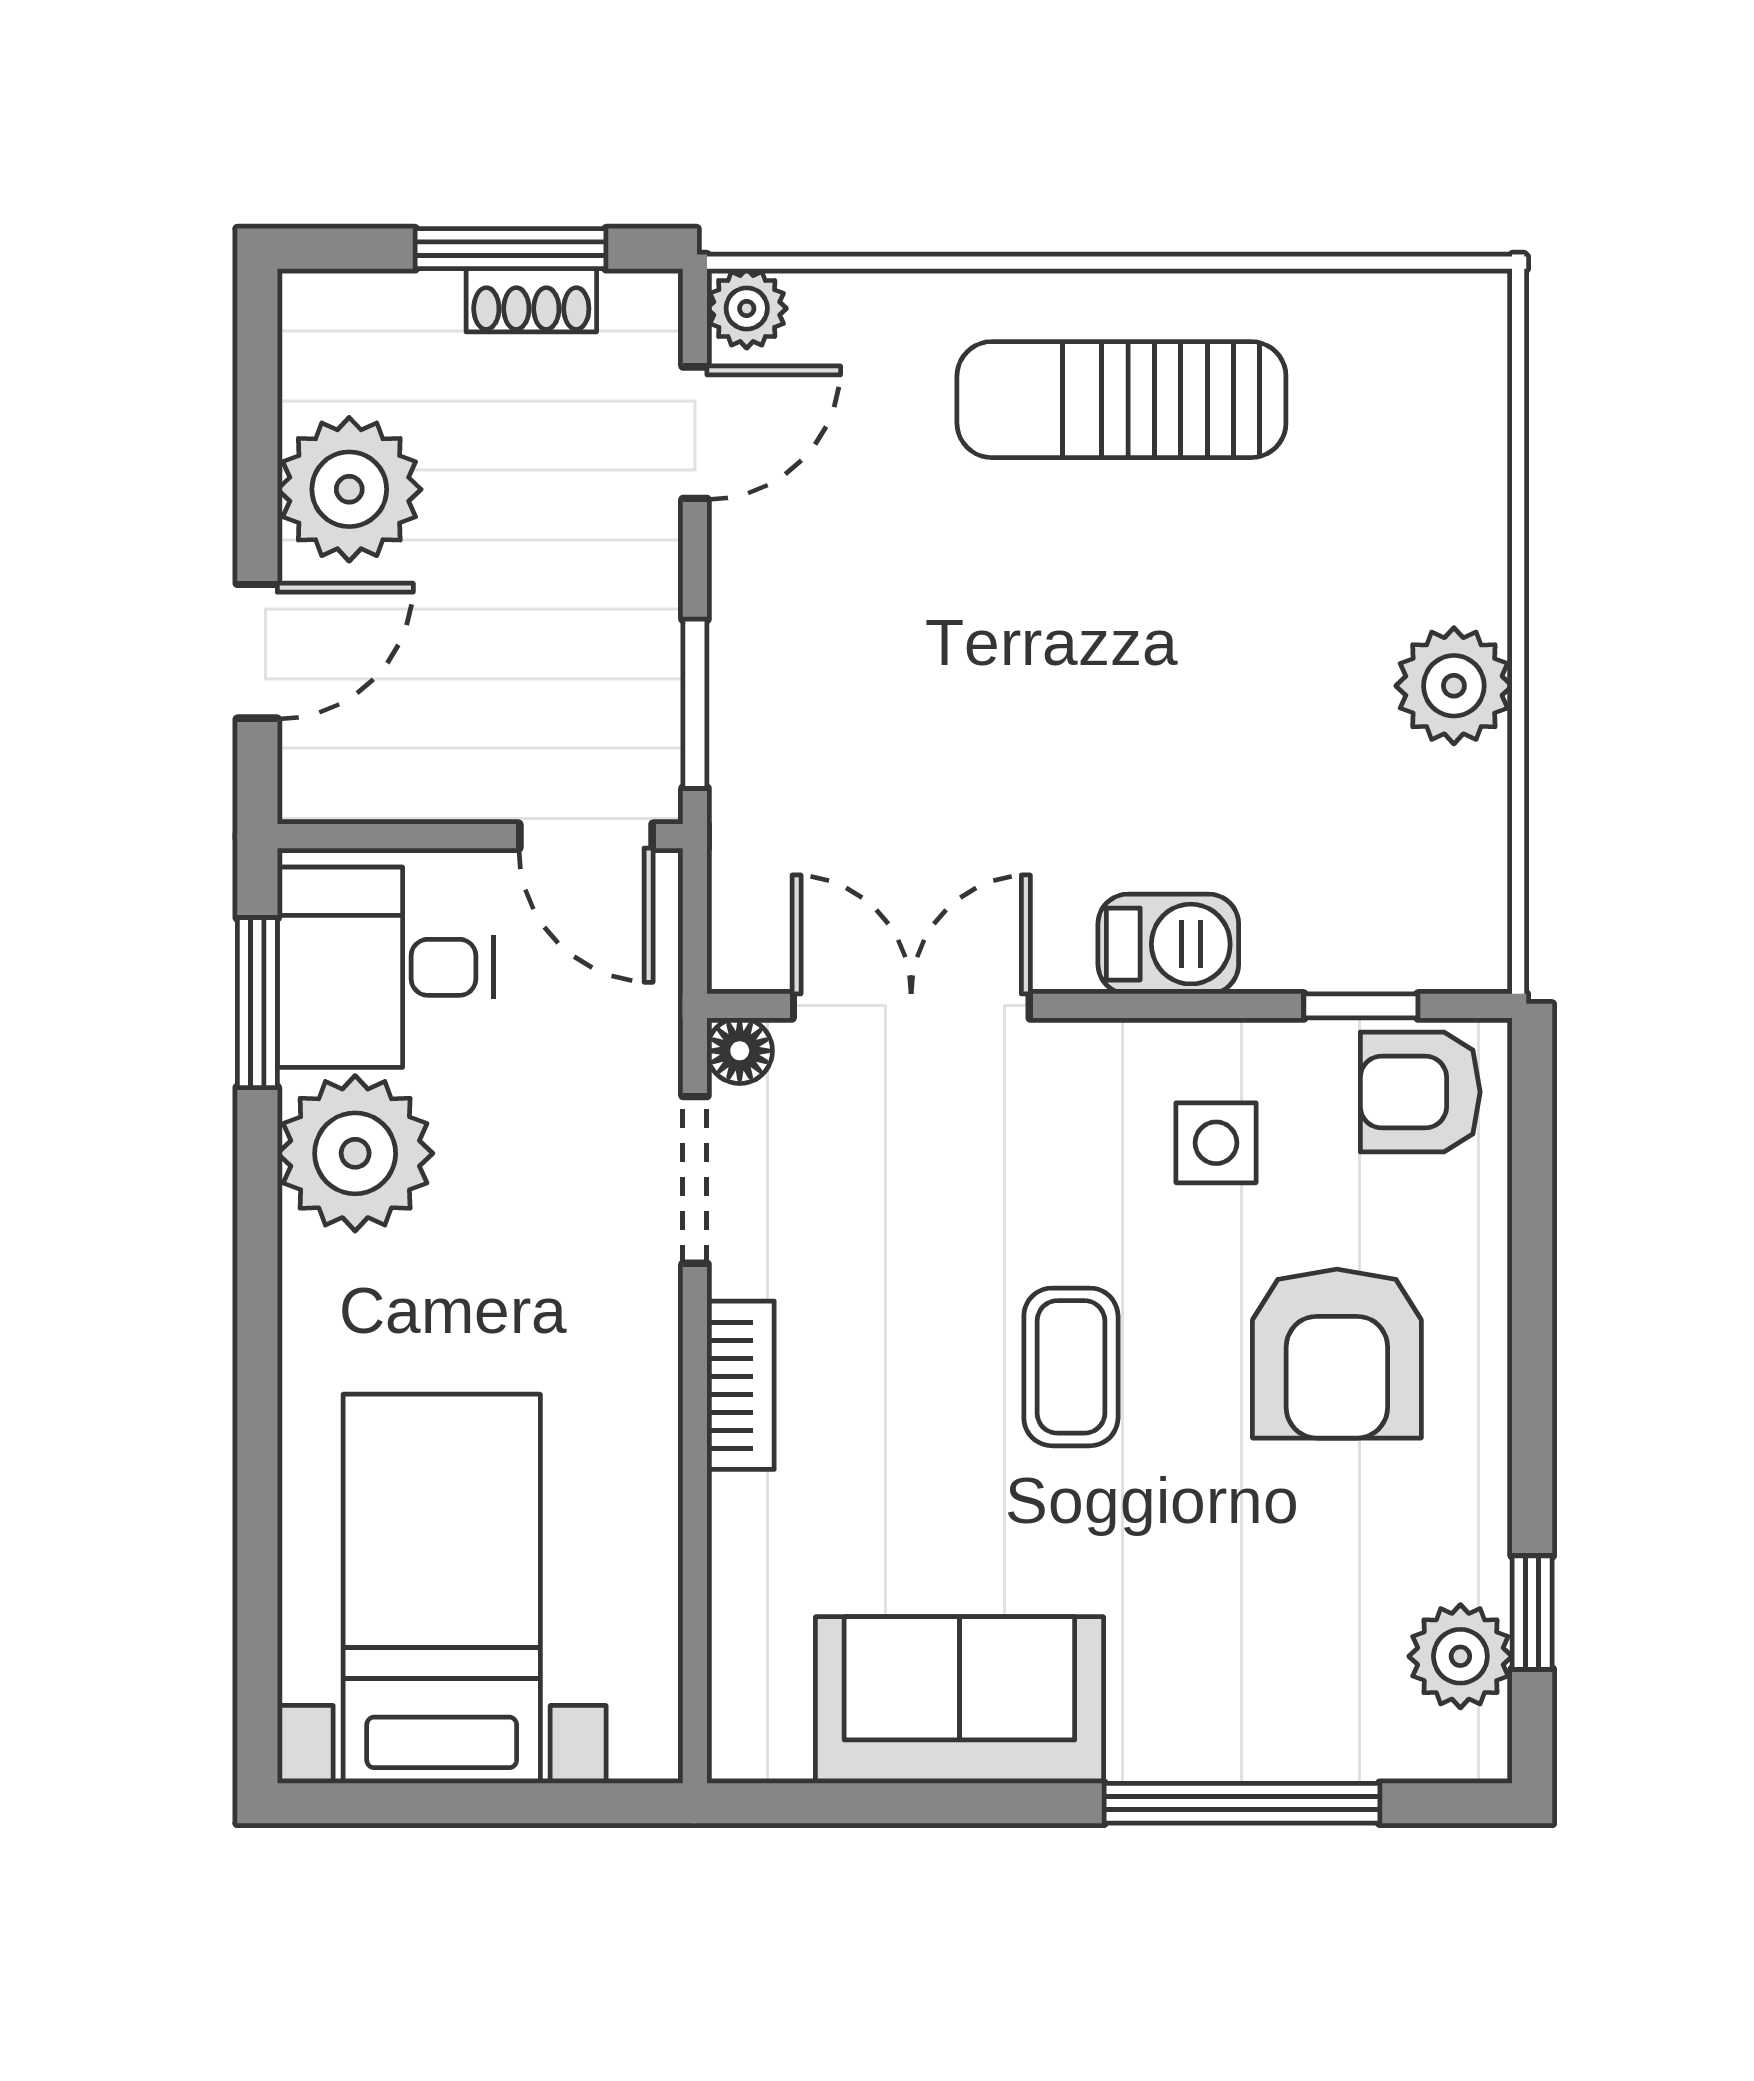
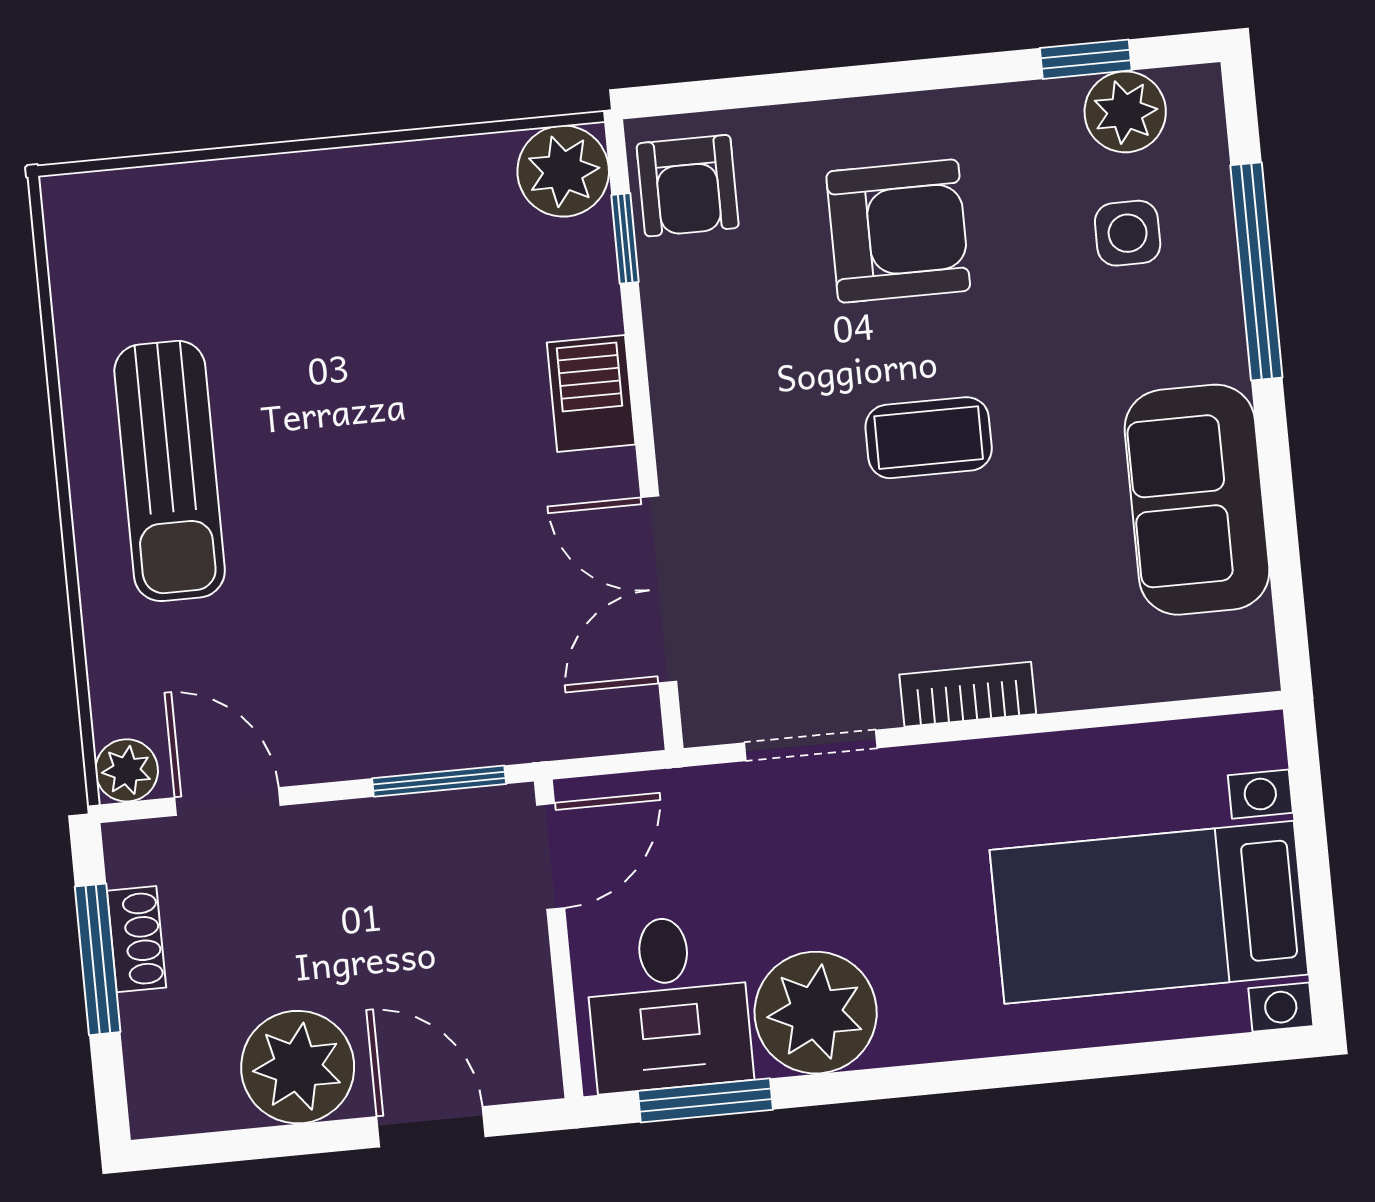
plant: (1454, 686) -> (563, 171), moved
floor lamp: (740, 1051) -> (707, 720), removed
side table: (1216, 1143) -> (1128, 233), moved

